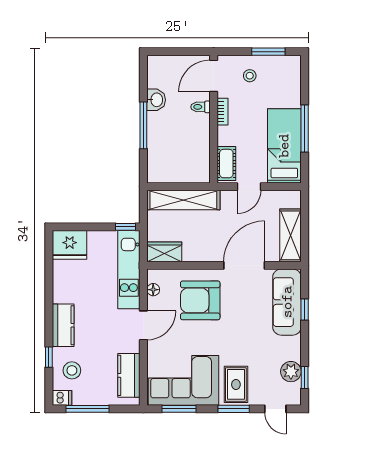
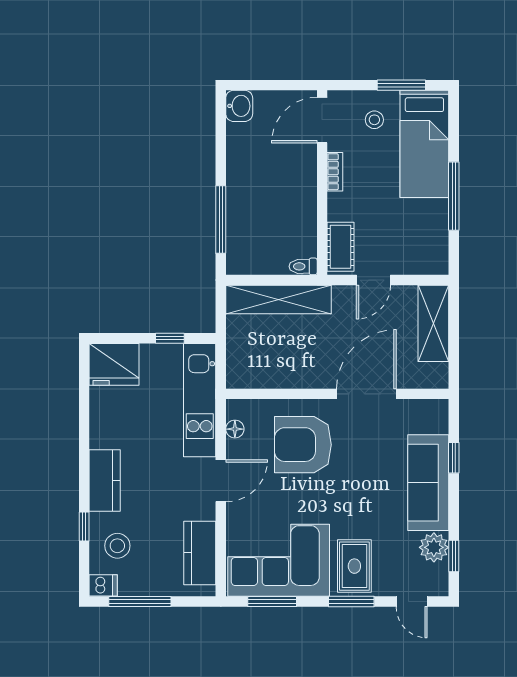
washbasin: (156, 100) -> (239, 106), moved
toilet: (200, 107) -> (303, 266), moved
window: (143, 125) -> (221, 220), moved
bed: (284, 146) -> (424, 144), moved, turned 180
window: (126, 227) -> (170, 338), moved
shelving: (290, 235) -> (433, 323), moved
wardrobe: (164, 252) -> (251, 374), removed
sofa: (287, 302) -> (428, 483), moved

